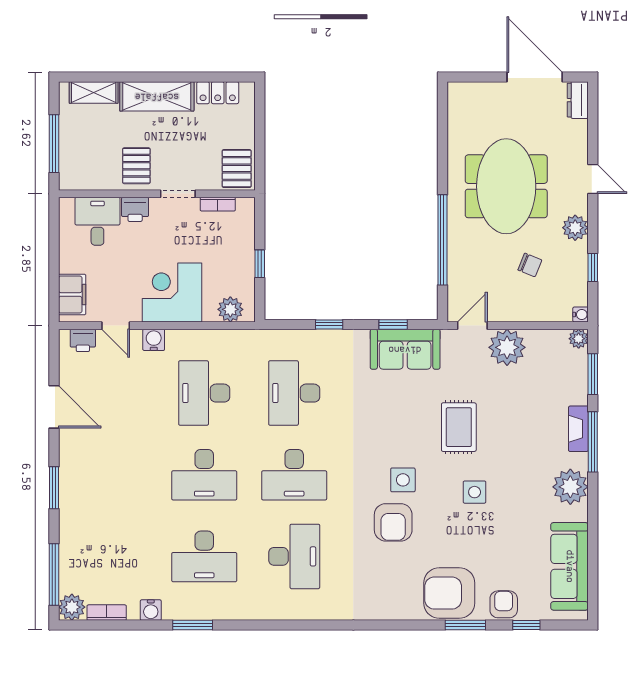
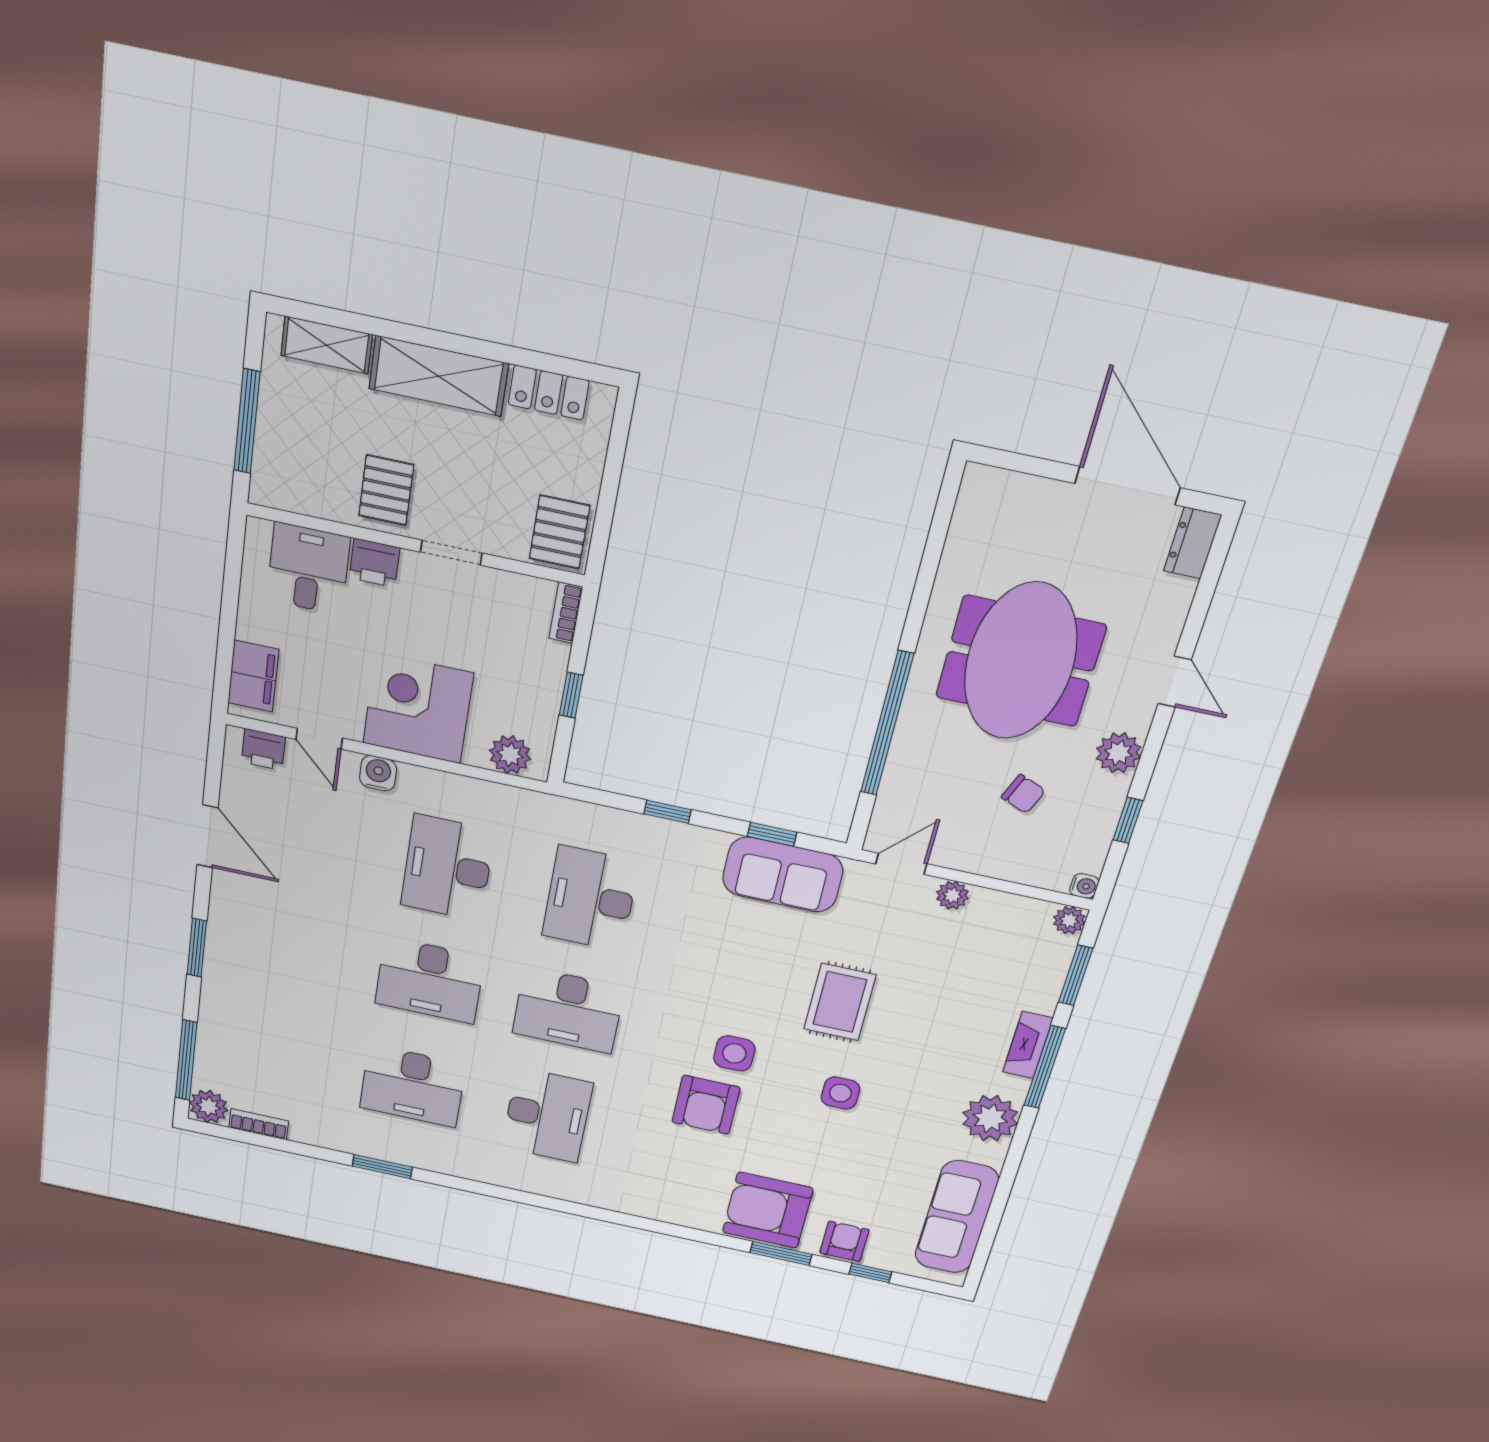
bookcase: (218, 204) -> (566, 613), moved, turned 90
plant: (507, 347) -> (952, 895), width x0.53, depth x0.53
water cooler: (151, 610) -> (324, 1135), removed

